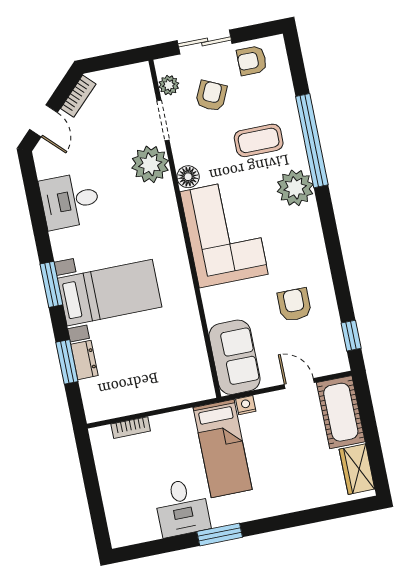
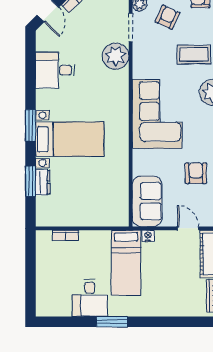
floor lamp: (188, 177) -> (140, 70), removed

